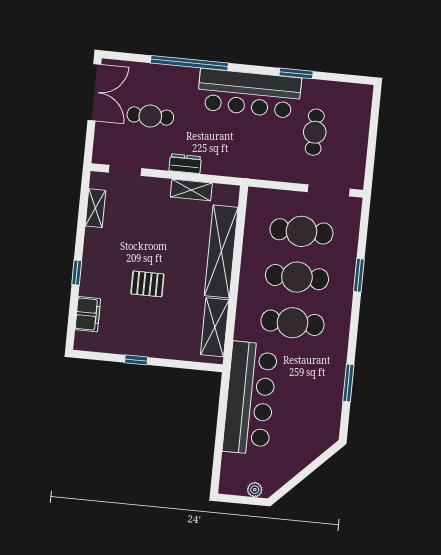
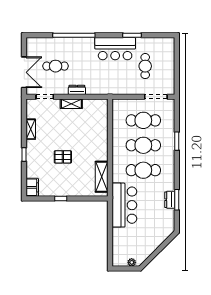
double door: (94, 92) -> (24, 72), moved
bar counter: (249, 94) -> (115, 49), width x0.73
shelving: (191, 190) -> (71, 104), moved
shelving: (95, 208) -> (31, 129), moved
shelving: (221, 251) -> (101, 135), removed
filing cabinet: (88, 314) -> (32, 187), moved
dresser: (336, 382) -> (170, 200), added
bar counter: (250, 398) -> (124, 205), width x0.73

